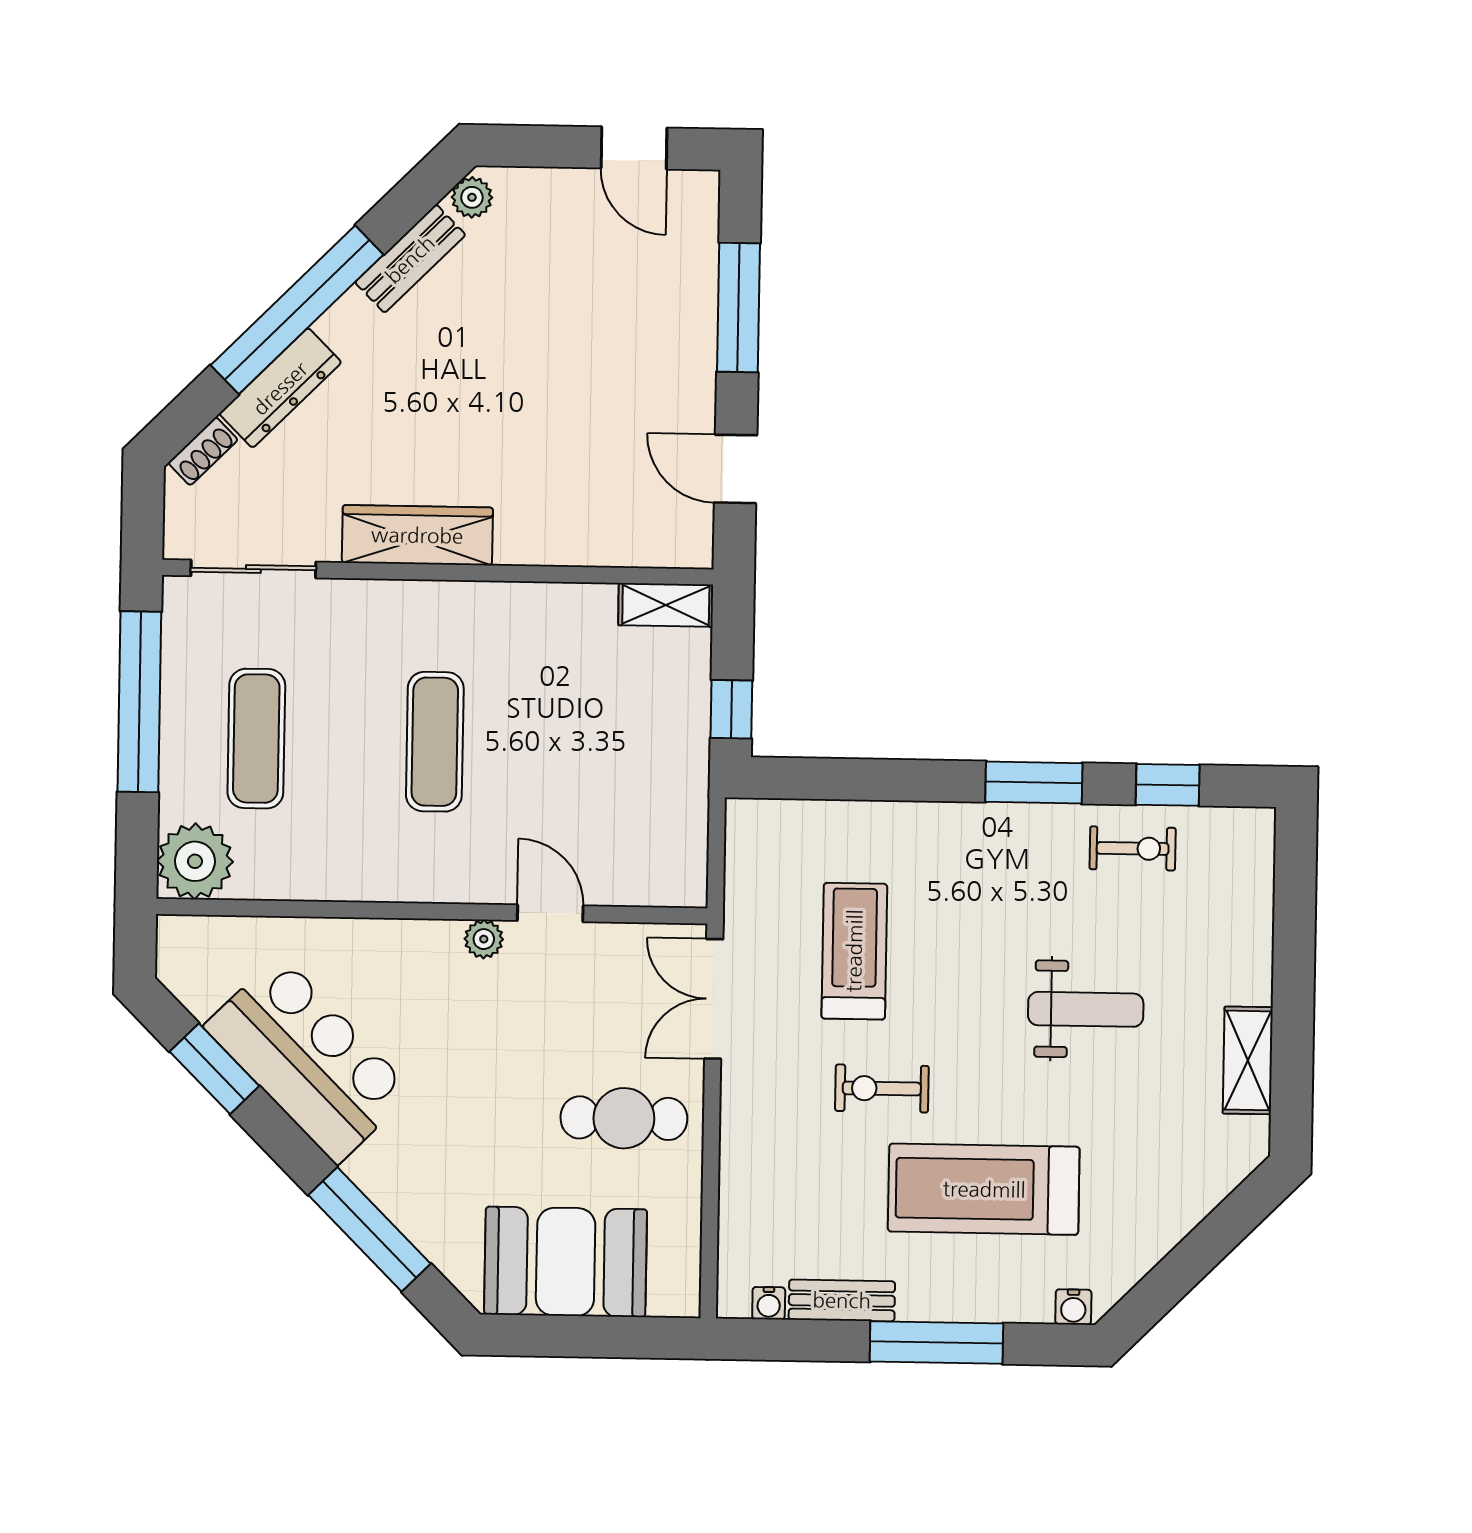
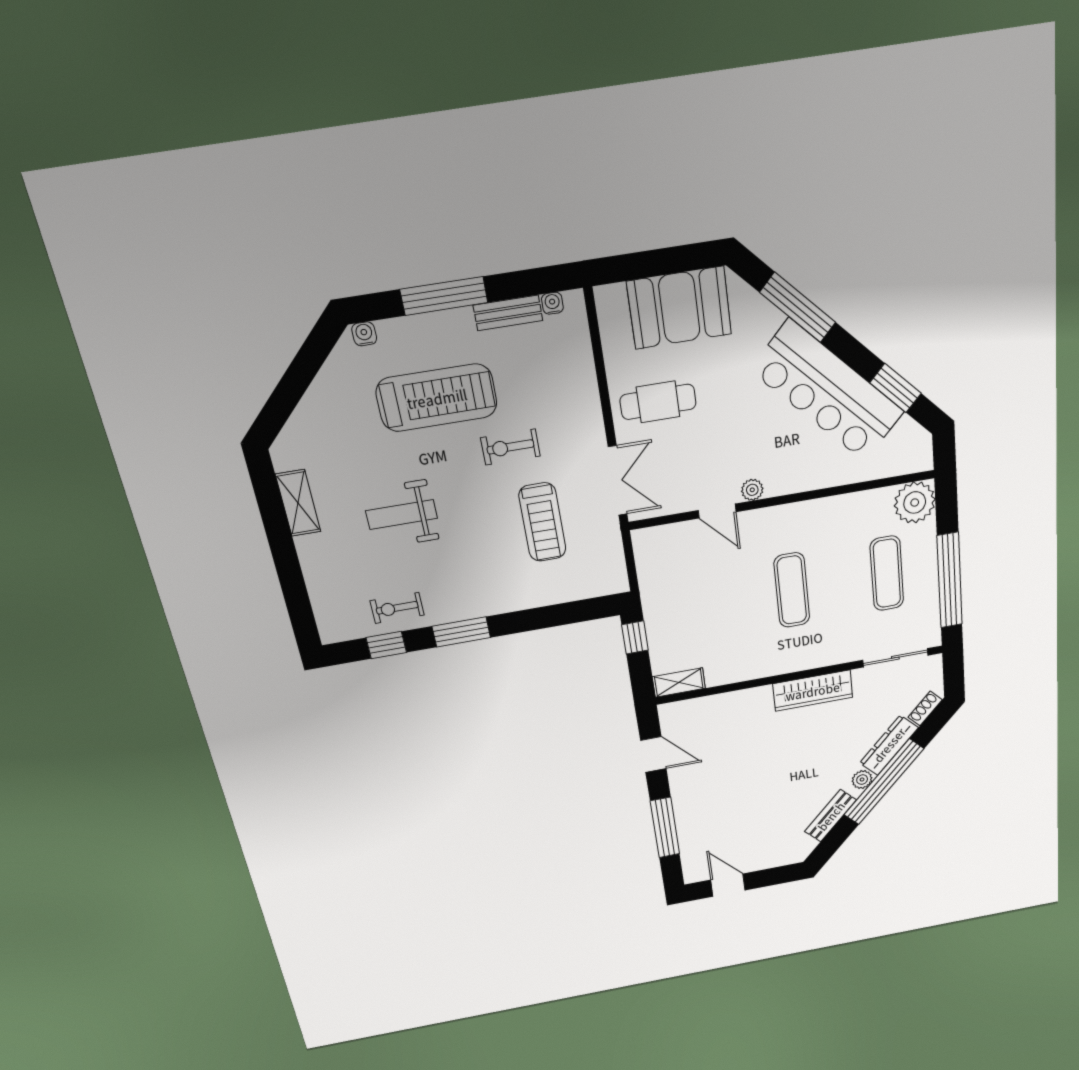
plant: (472, 197) -> (862, 780), moved
bar counter: (308, 1059) -> (828, 391), width x1.36
exercise bike: (882, 1088) -> (510, 447), turned 180

